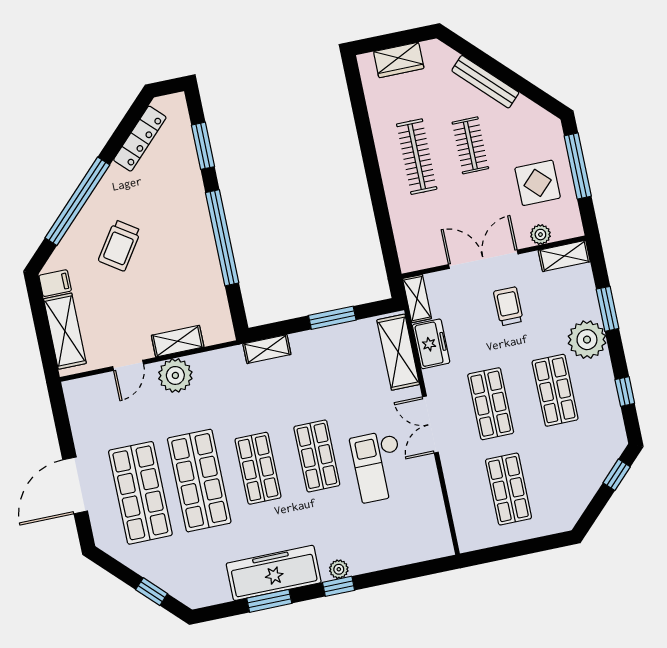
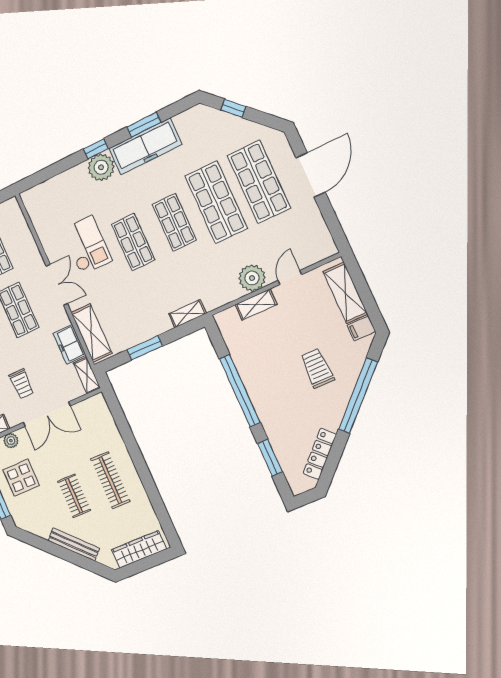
wardrobe: (399, 60) -> (139, 549), width x1.50
trolley: (120, 246) -> (317, 368), turned -34
plant: (339, 569) -> (101, 167), width x1.88, depth x1.88

